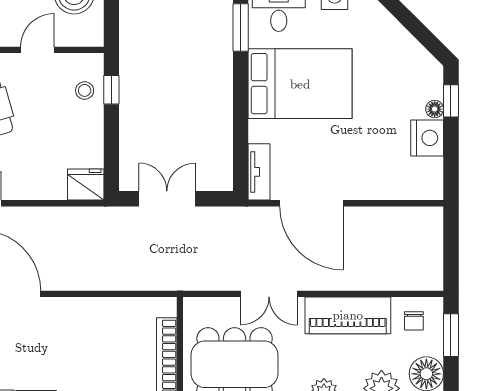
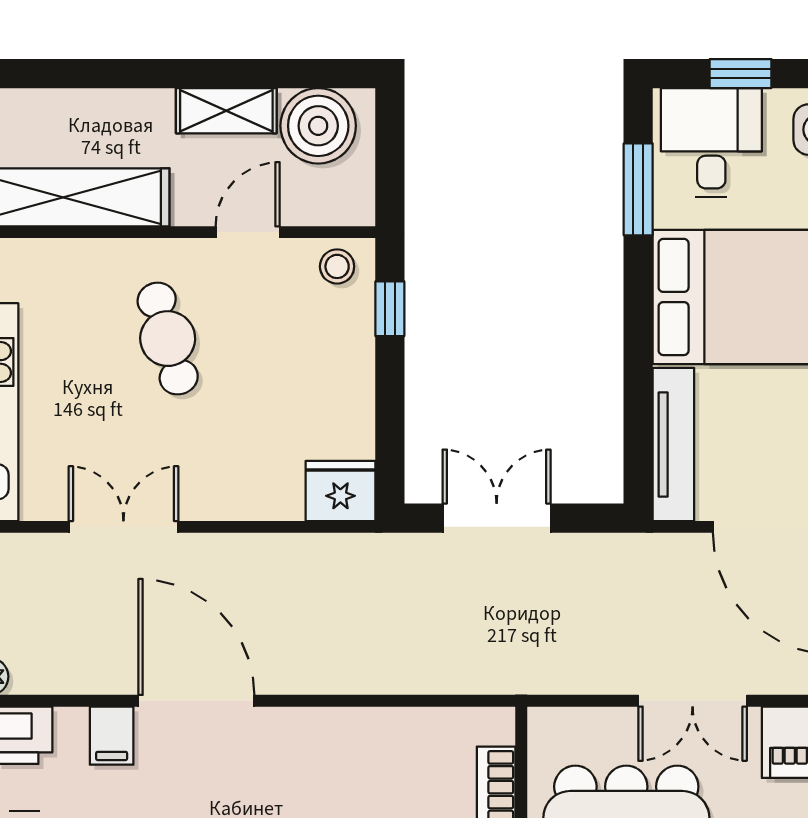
stool: (85, 90) -> (337, 266), moved
tv unit: (259, 172) -> (673, 444), width x1.41

